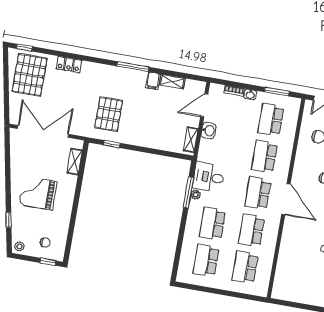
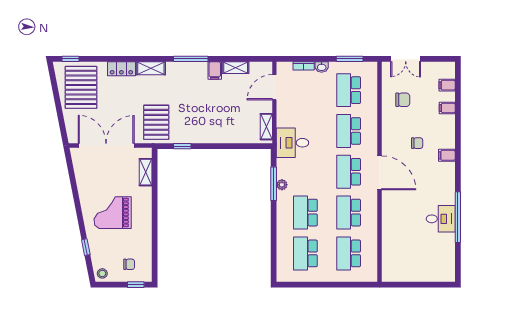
shelving: (96, 69) -> (151, 68), added
pallet: (109, 114) -> (156, 122), moved
washbasin: (209, 131) -> (284, 114), removed
desk: (209, 177) -> (293, 143), moved

